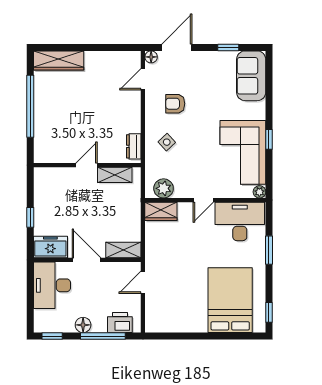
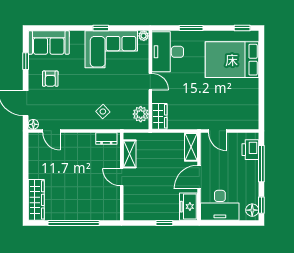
armchair: (175, 104) -> (50, 79), moved
floor lamp: (83, 325) -> (252, 210), moved

